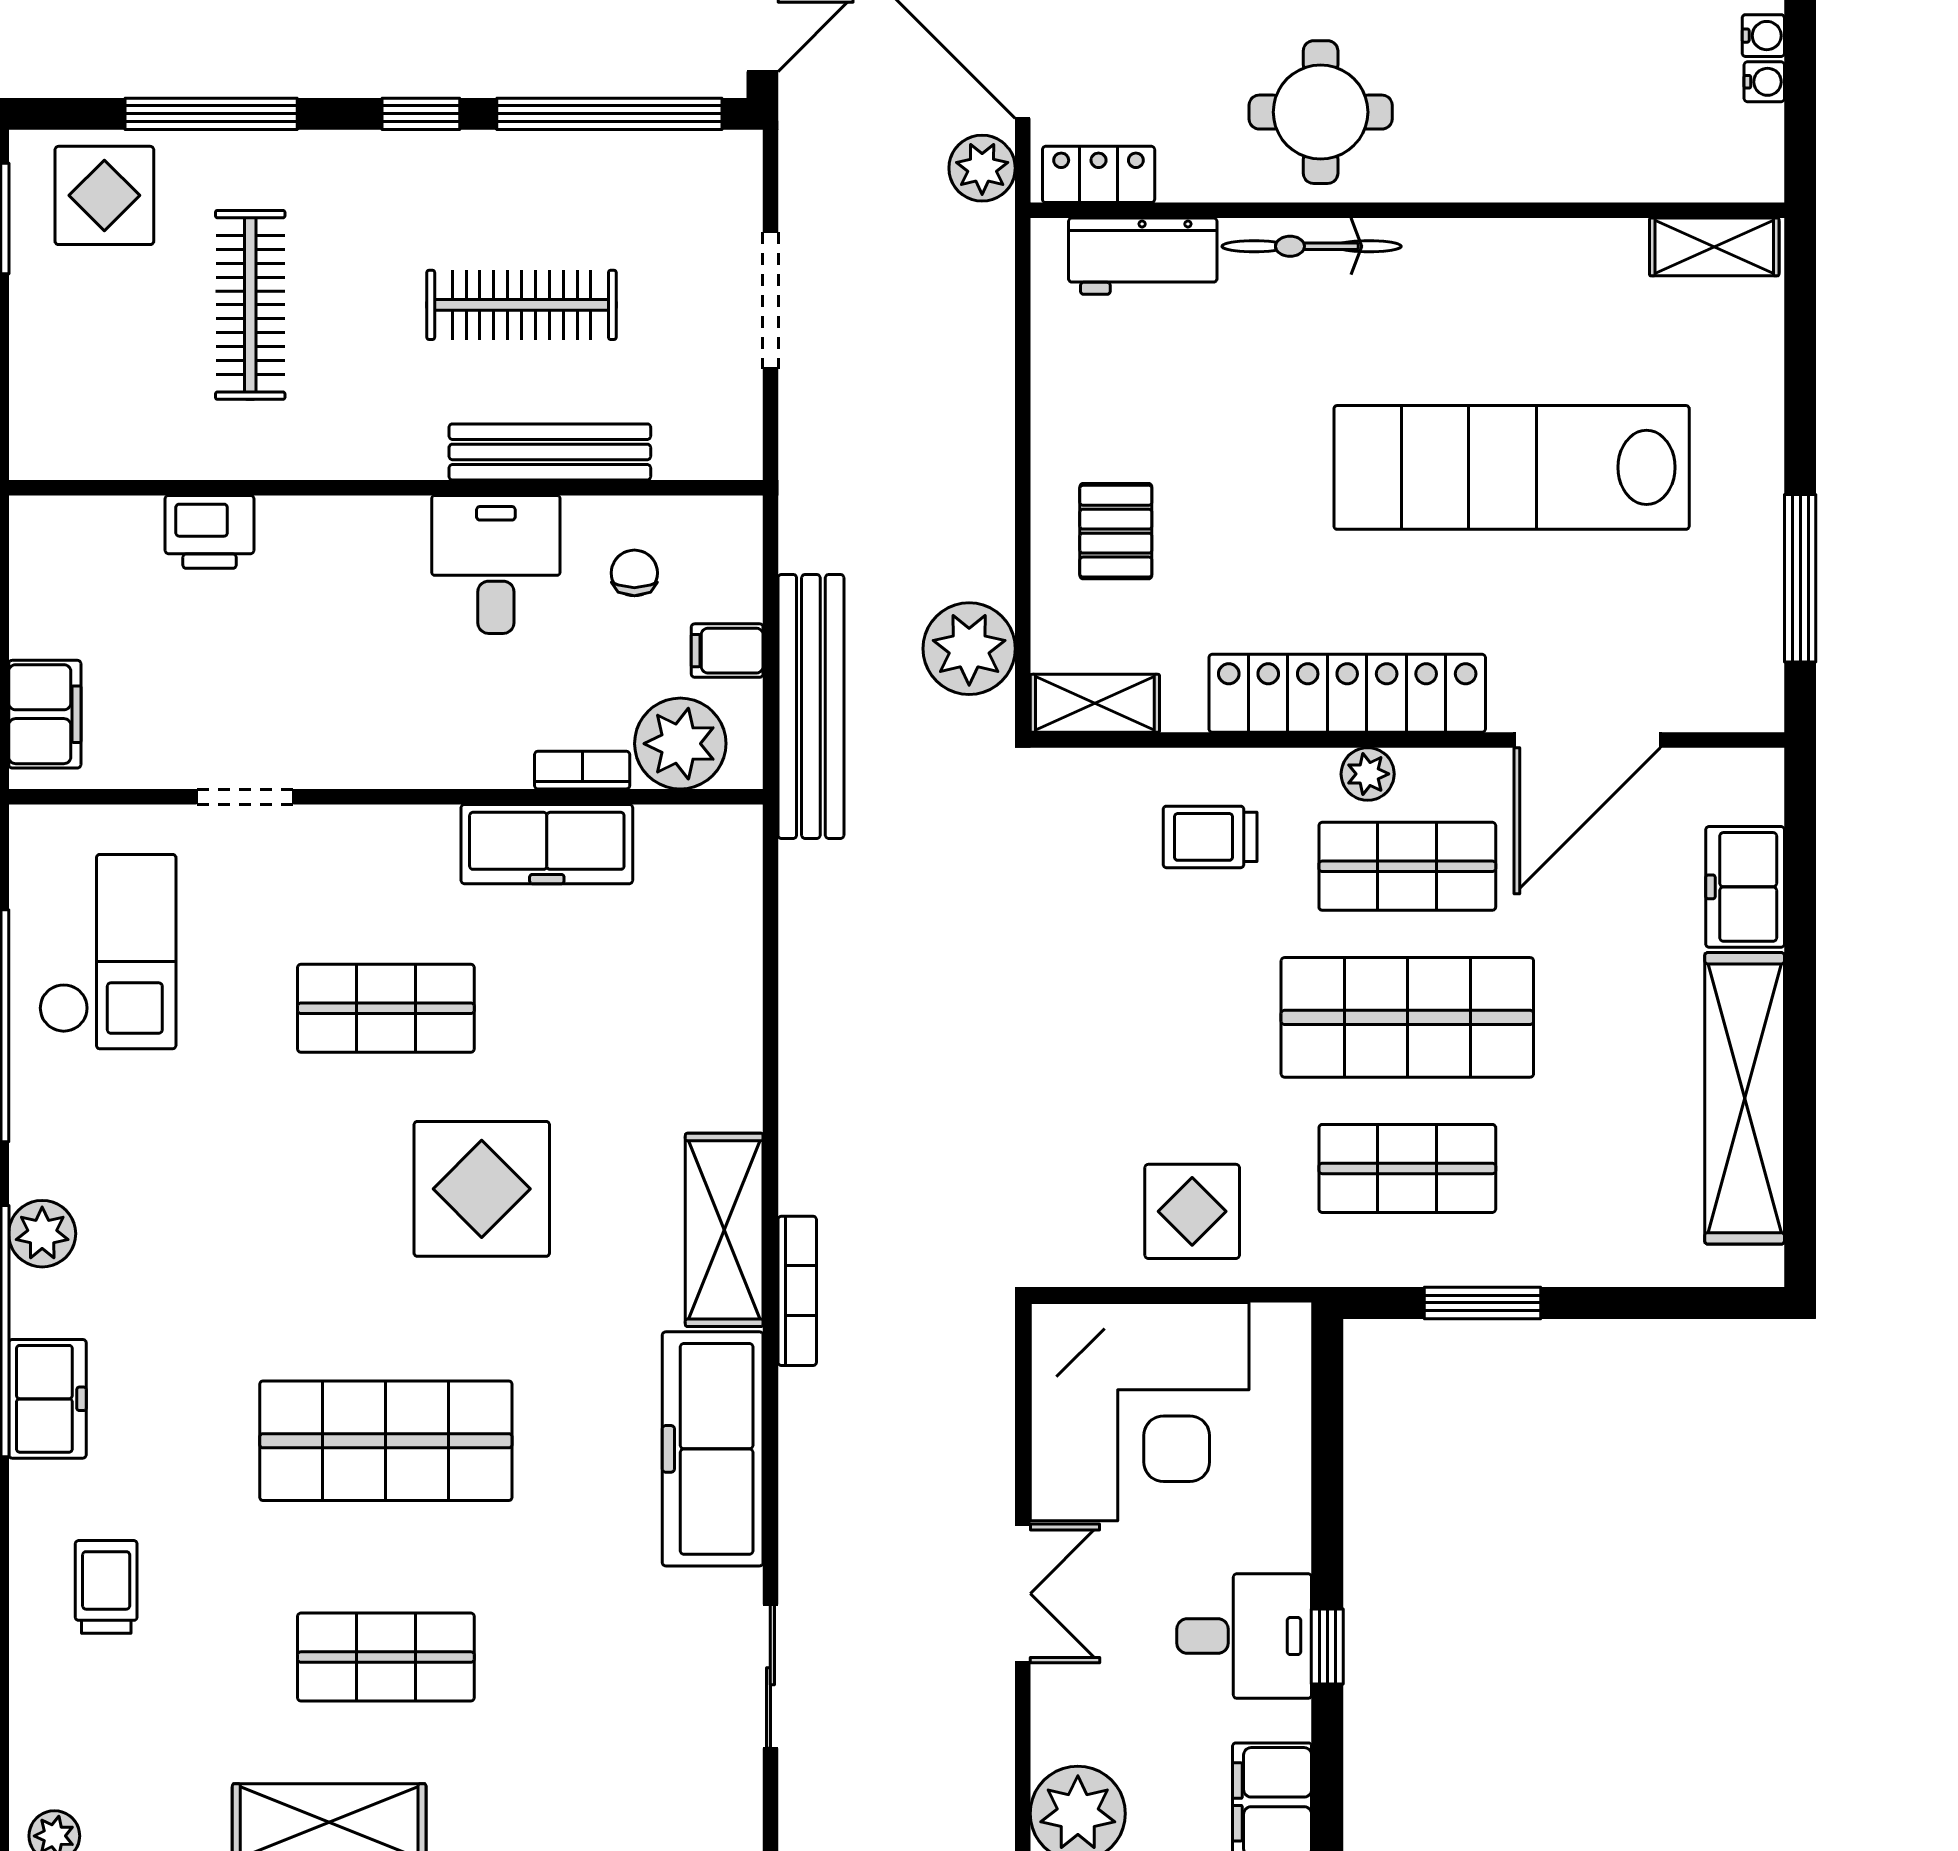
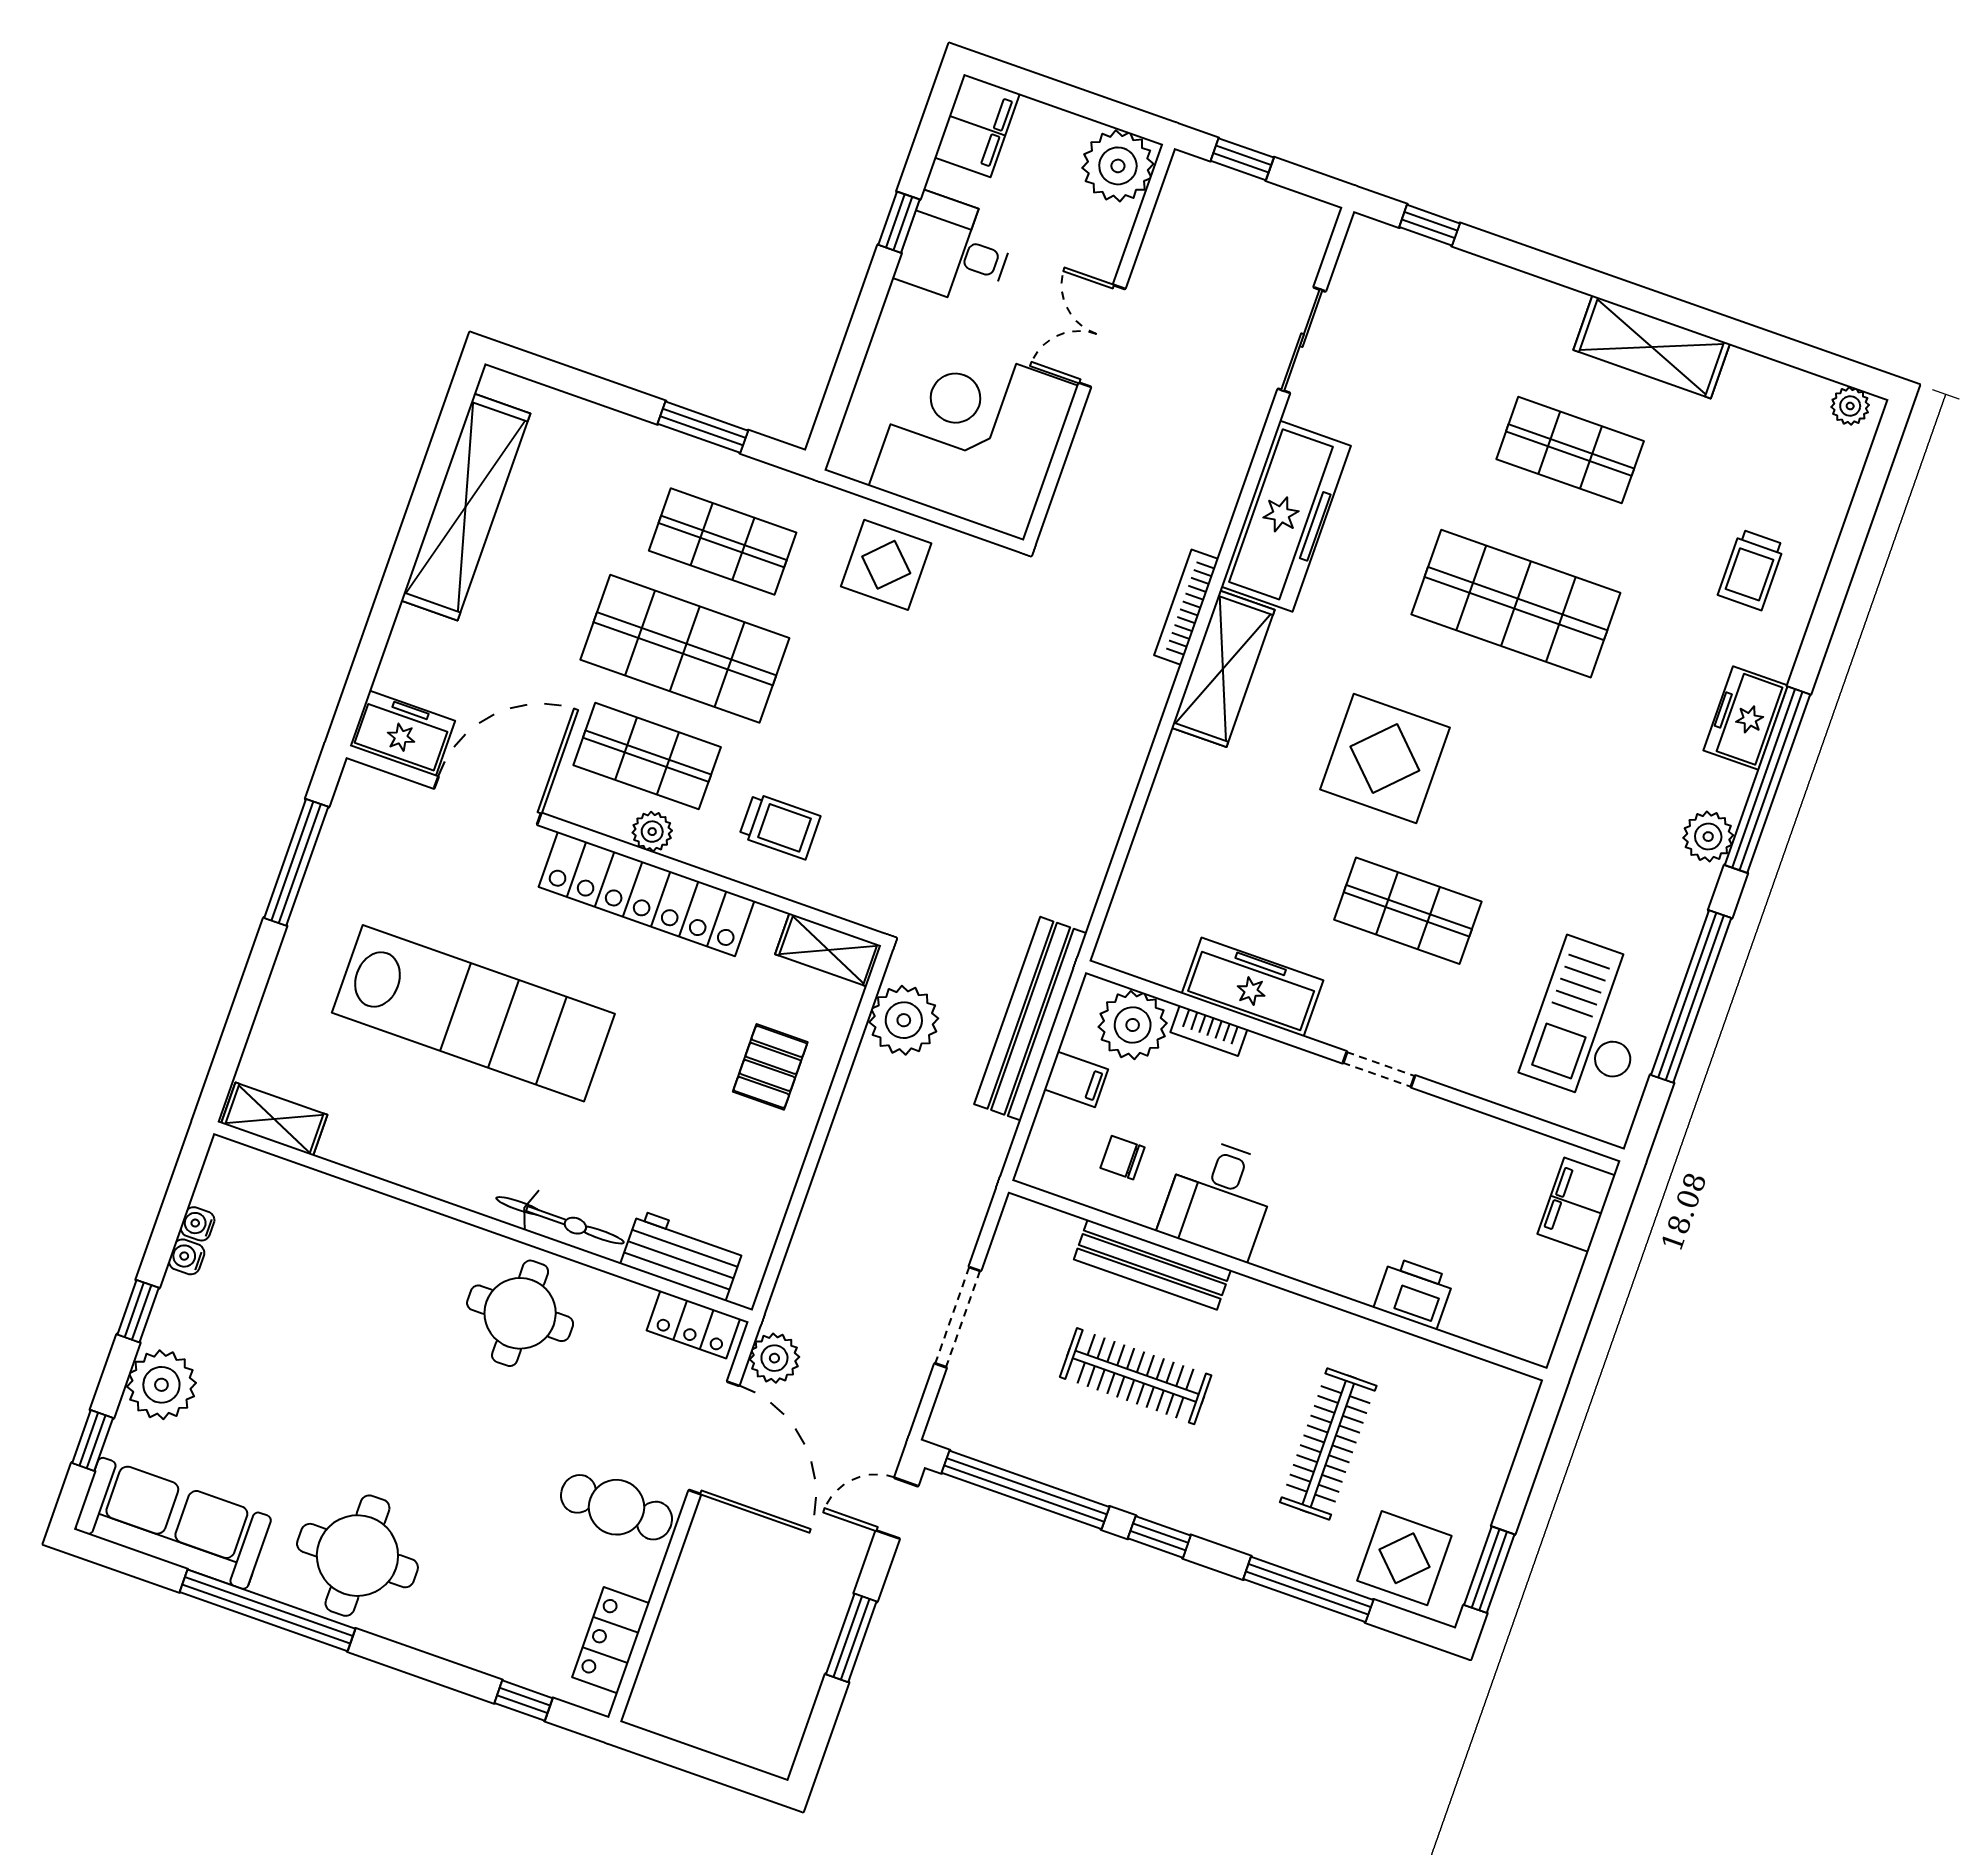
chair: (634, 573) -> (1123, 1158), turned 90
doorway: (245, 797) -> (1379, 1069), moved
freezer: (1745, 887) -> (402, 733), moved, turned -90

